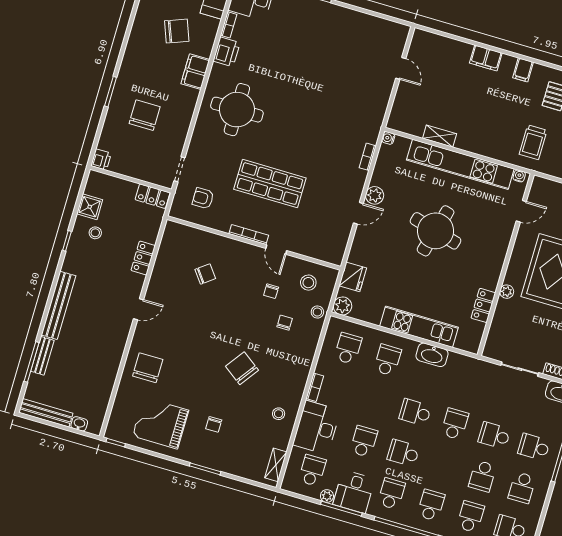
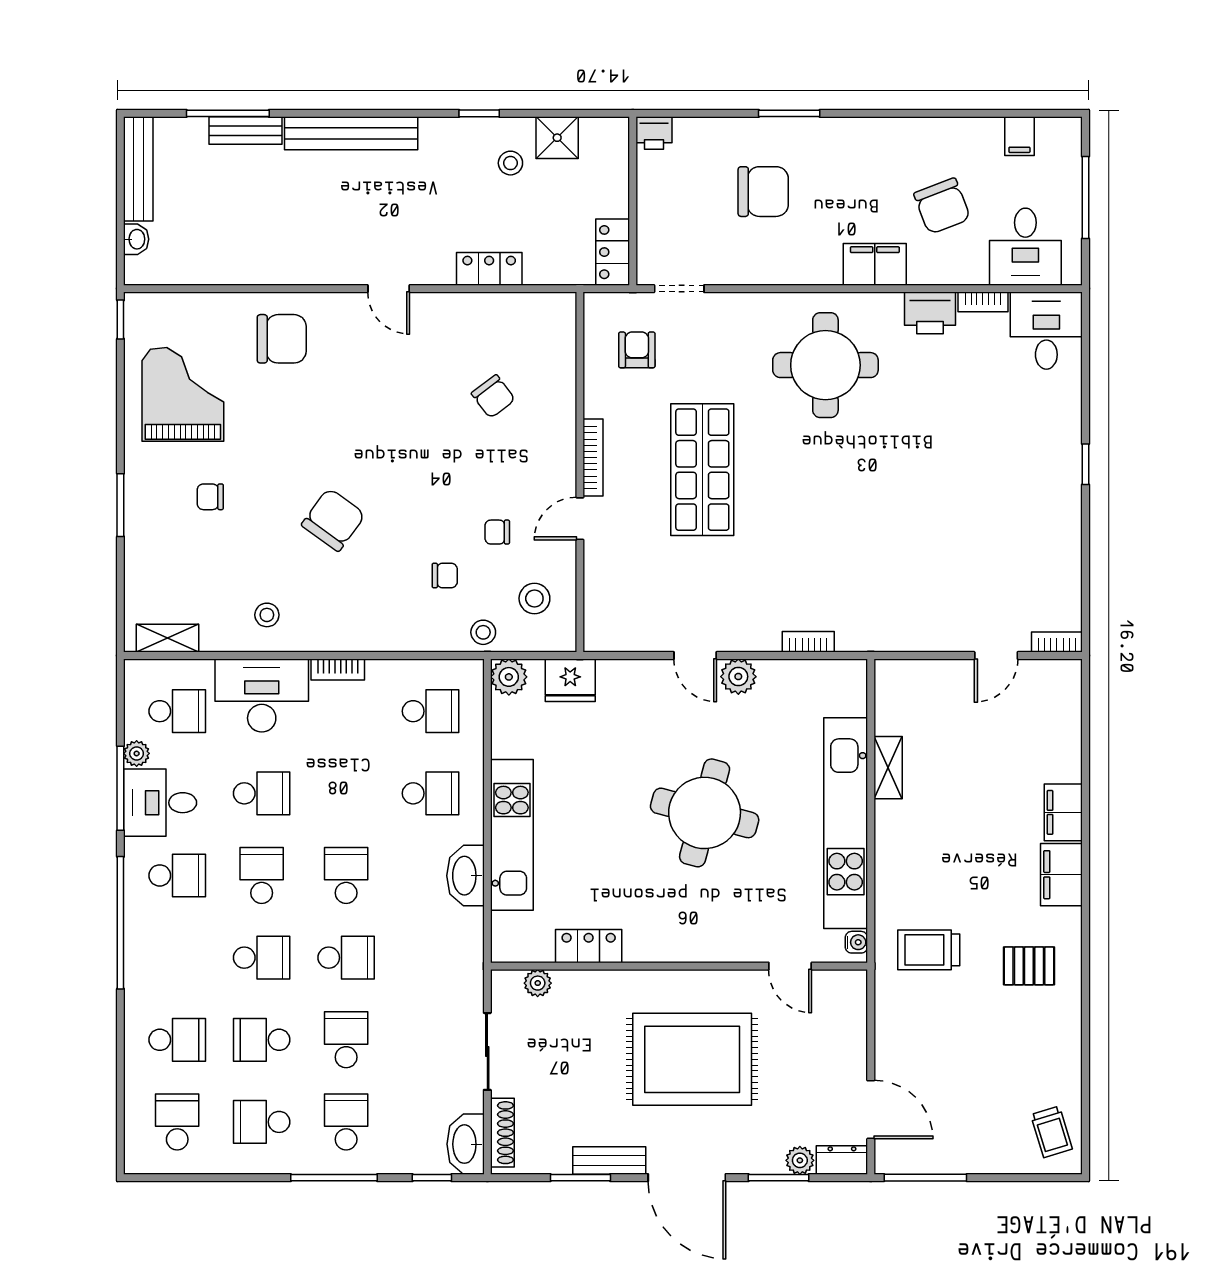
bookcase: (403, 37) -> (1057, 642), added
filing cabinet: (523, 70) -> (1061, 875), width x2.00
water cooler: (388, 138) -> (856, 670), removed
plant: (507, 292) -> (538, 983), moved
school desk: (431, 505) -> (262, 958), moved

